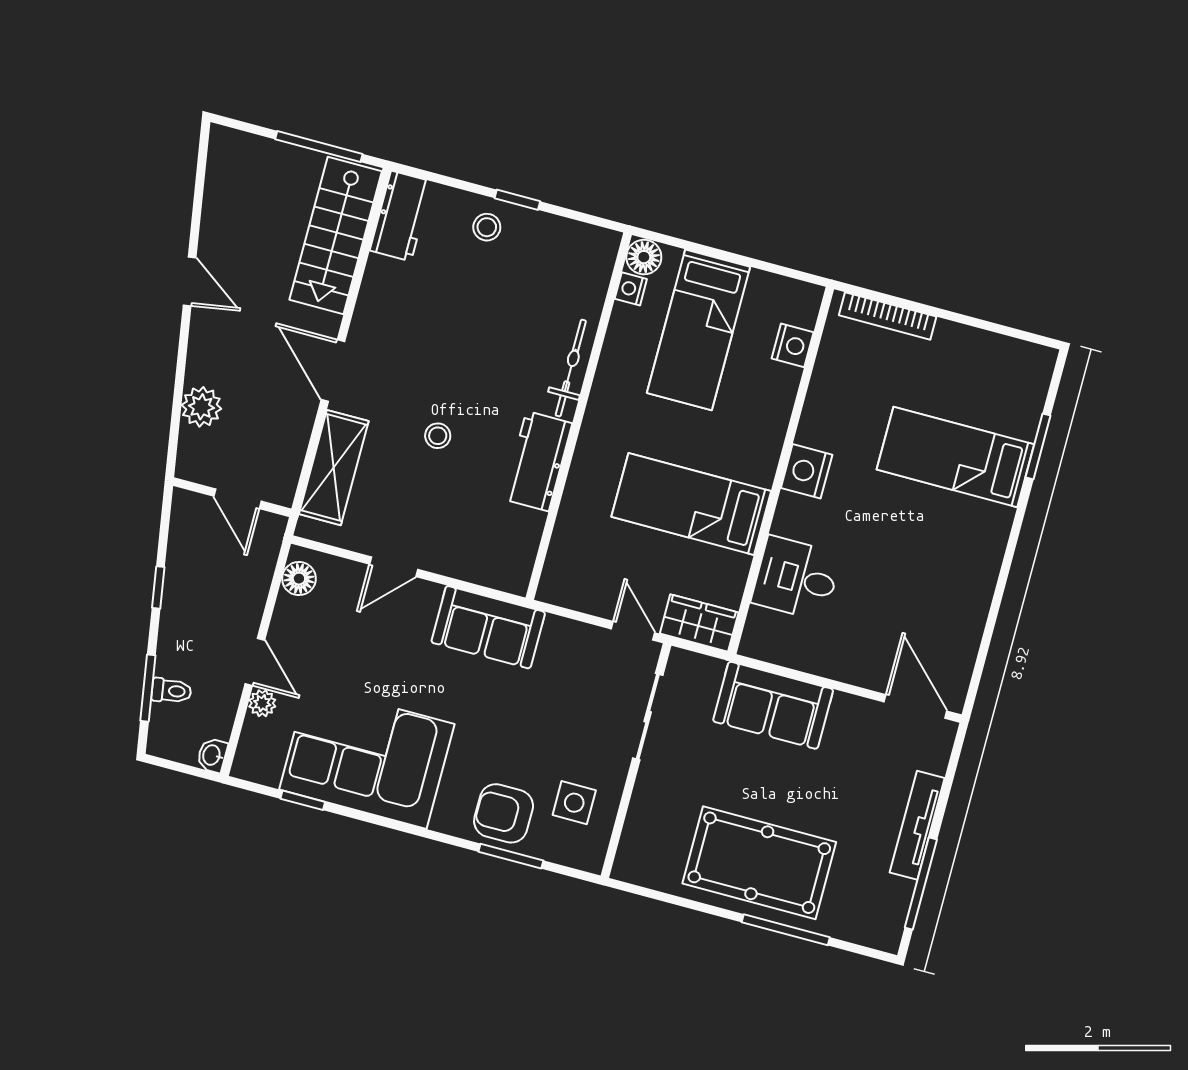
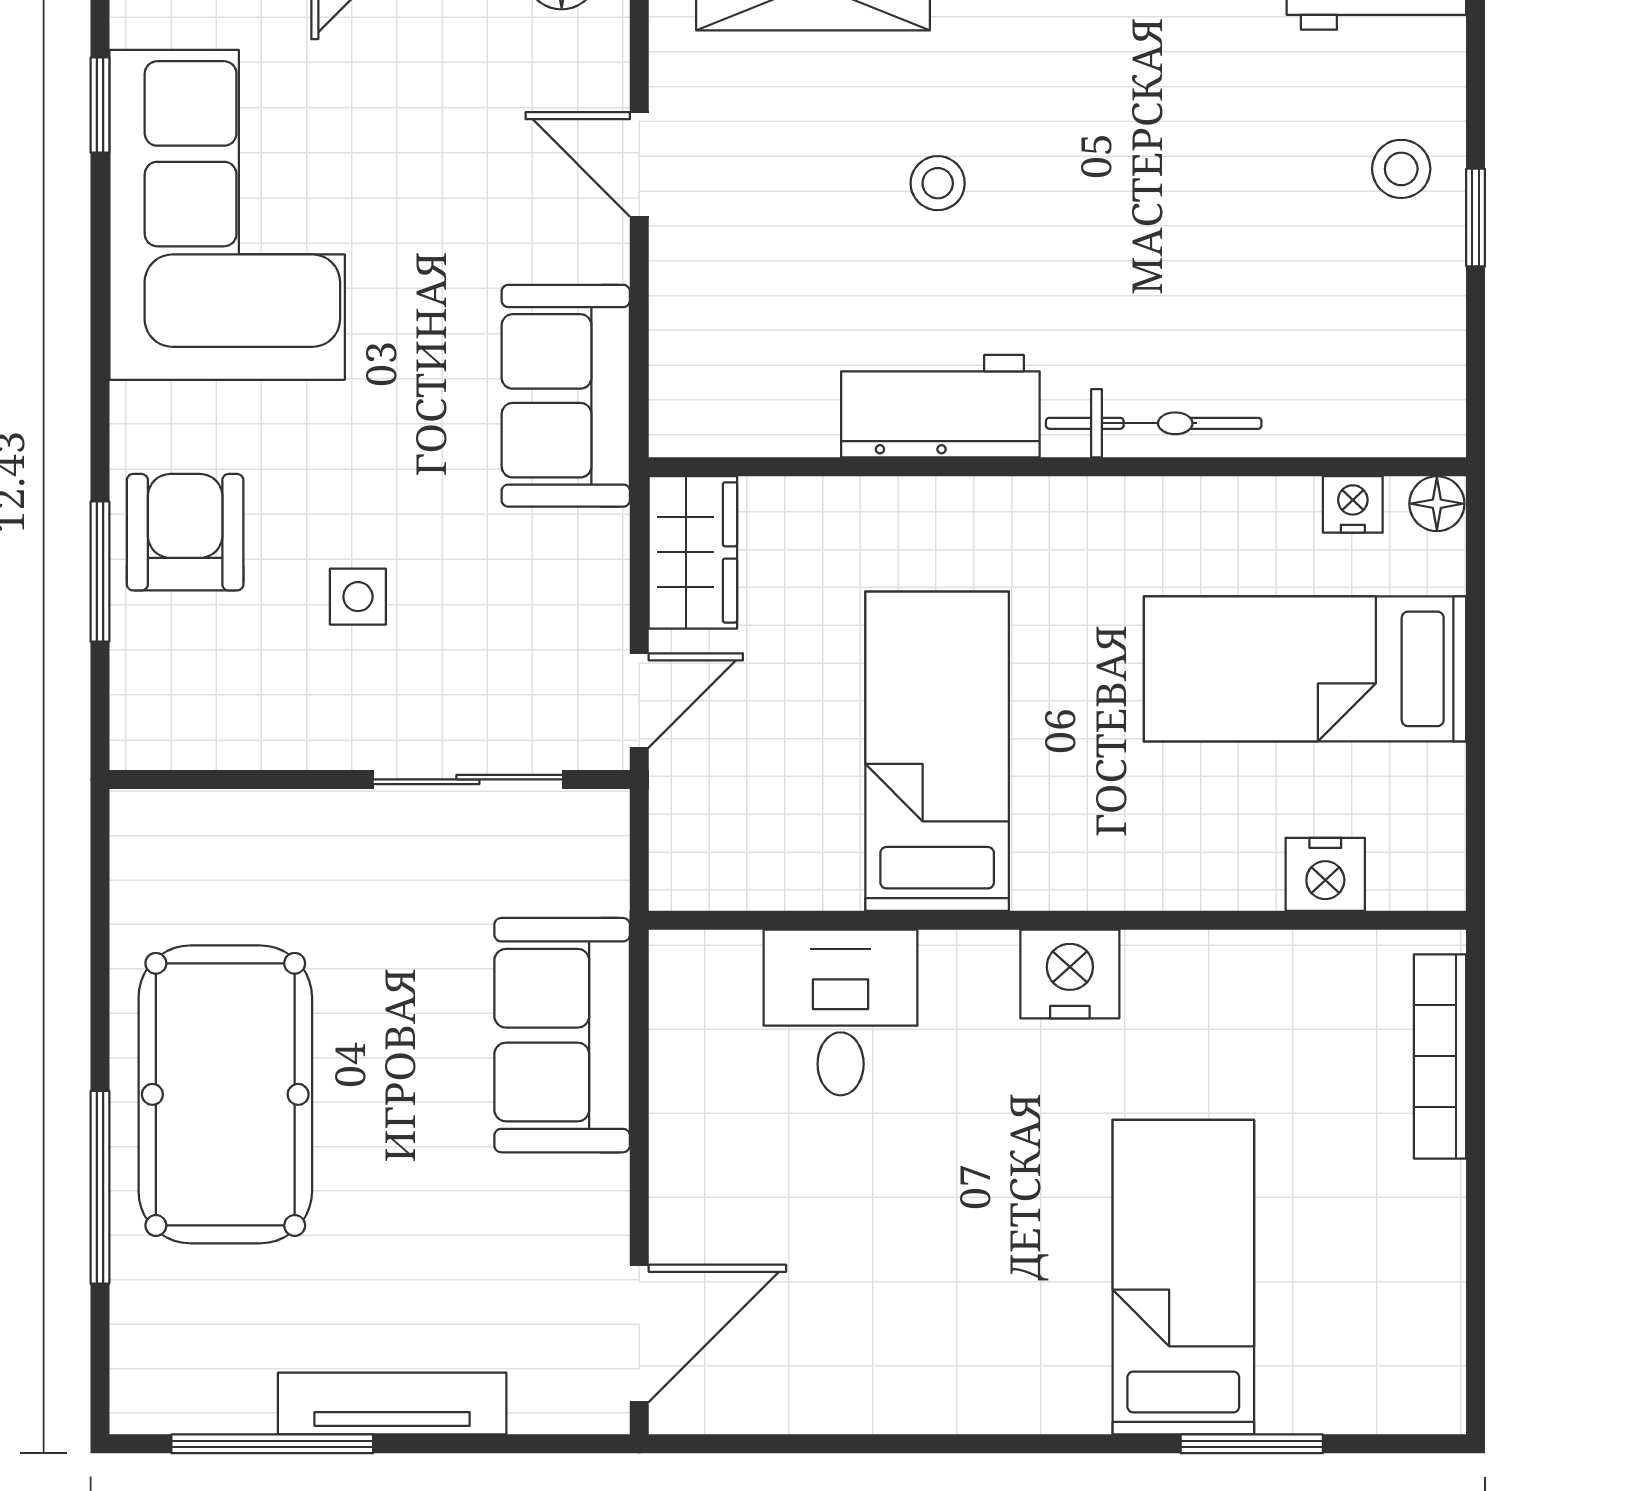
floor lamp: (644, 257) -> (1437, 504), width x0.73, depth x0.73
wardrobe: (699, 623) -> (693, 552), moved
side table: (574, 803) -> (358, 597), moved, width x0.73, depth x0.73

